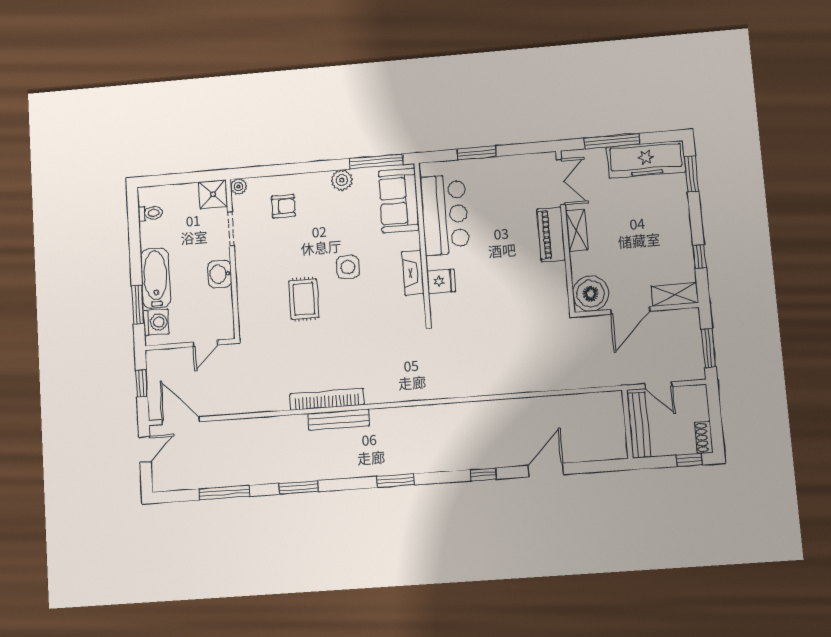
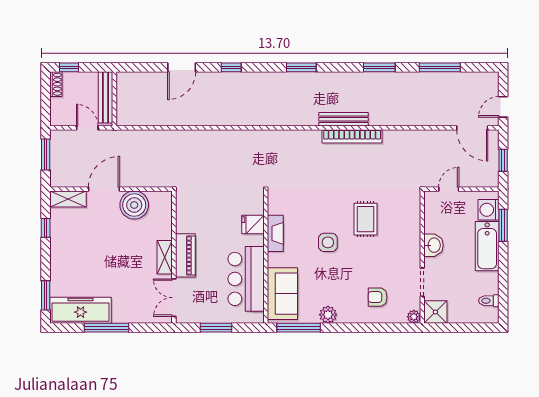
double door: (561, 182) -> (174, 298), moved
shelving: (577, 230) -> (165, 257), moved
wall: (565, 231) -> (174, 257), moved
piano: (551, 234) -> (185, 255), moved

